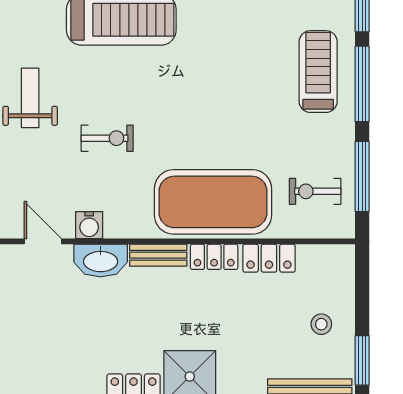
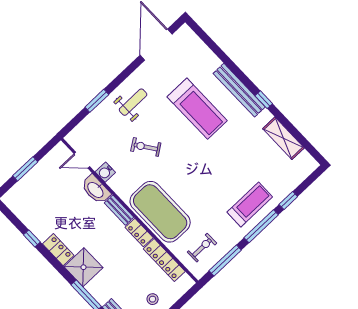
exercise bike: (107, 138) -> (146, 147), turned 145
exercise bike: (315, 191) -> (202, 248), turned 90
door: (43, 241) -> (82, 160), swing flipped
locker: (269, 258) -> (164, 260), width x1.53

